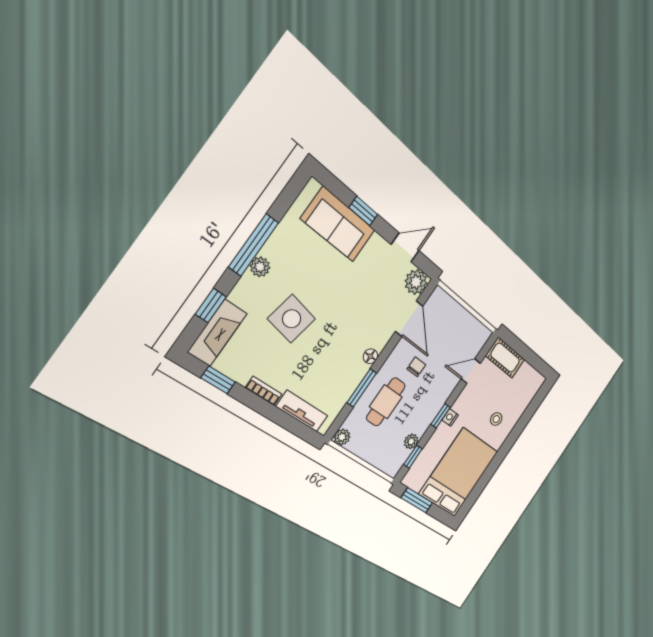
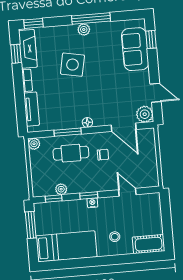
window: (363, 211) -> (151, 40), moved
window: (211, 305) -> (33, 23), moved
door: (409, 319) -> (124, 127), hinge flipped
fireplace: (217, 333) -> (28, 49), moved, turned -90
cot: (505, 358) -> (149, 244), moved, turned 90
bed: (459, 473) -> (66, 246), width x0.67

